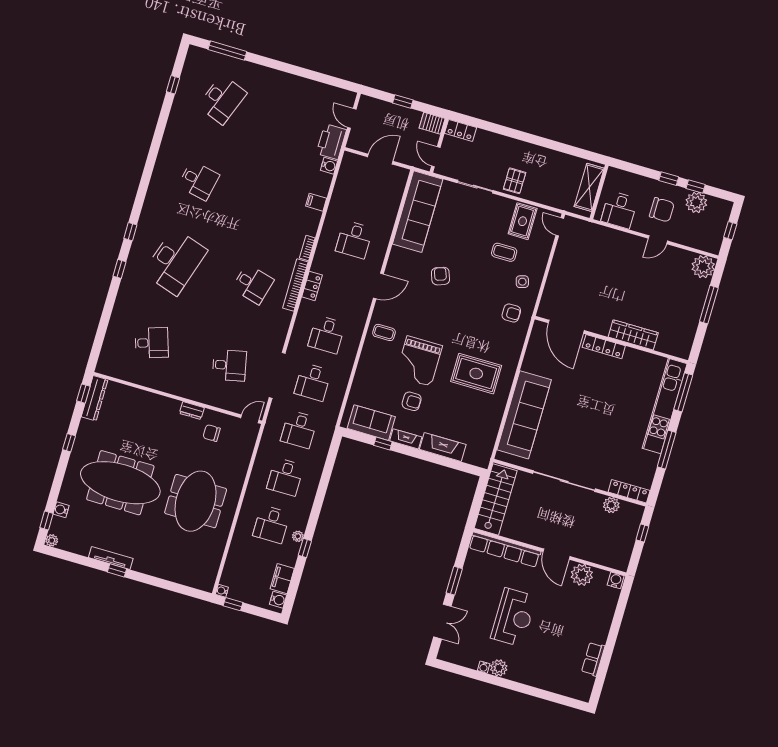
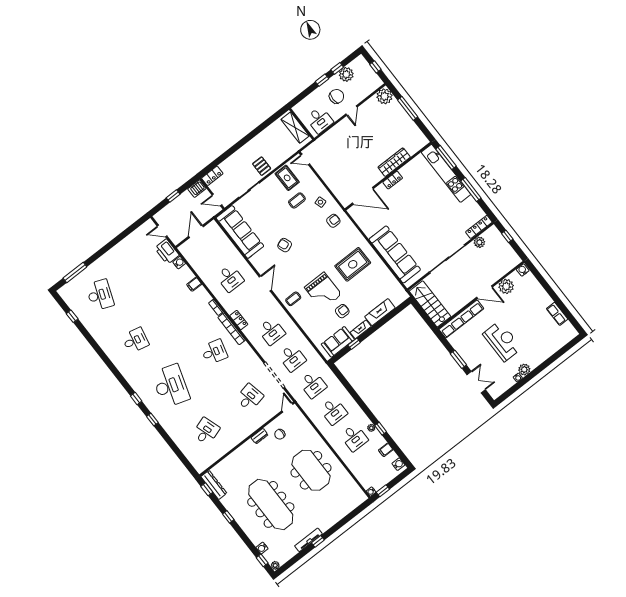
locker: (604, 347) -> (393, 180), width x0.66
meeting table: (120, 483) -> (271, 504), turned 90
filing cabinet: (282, 579) -> (386, 450), width x0.50

